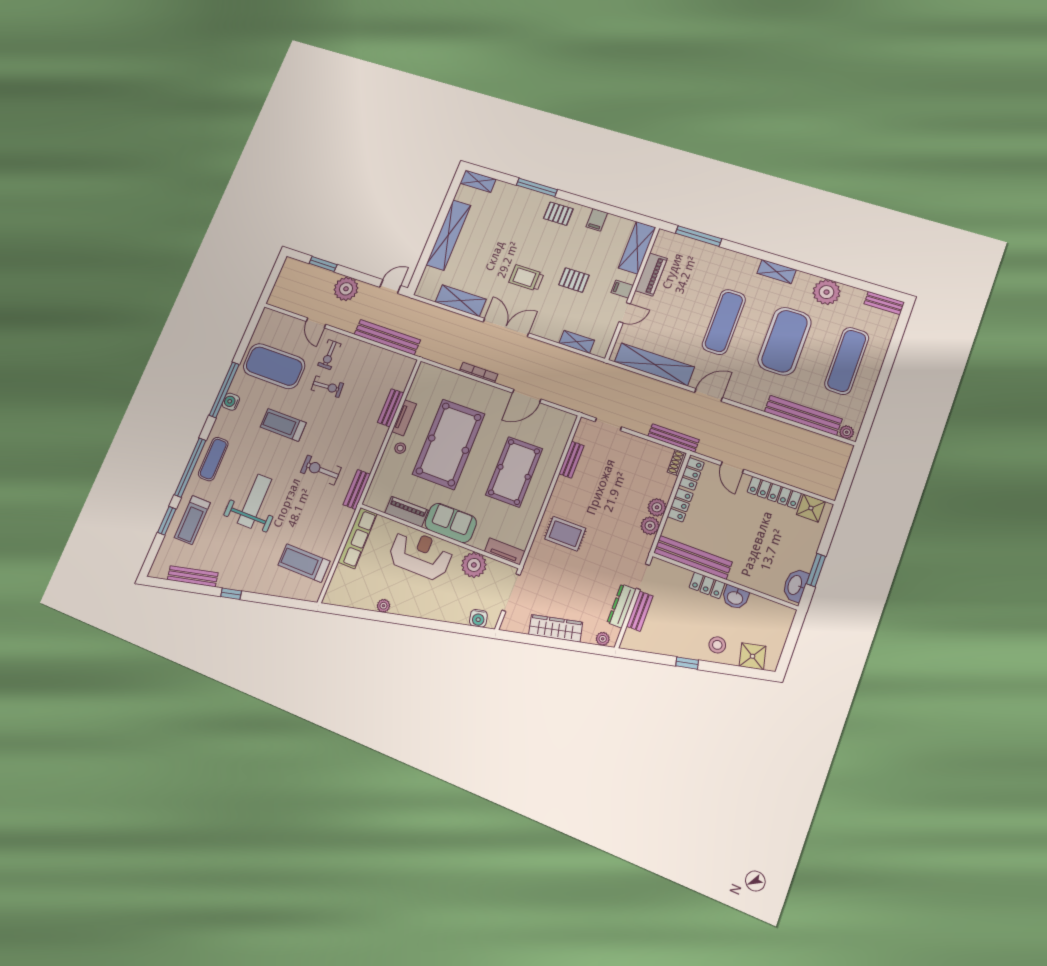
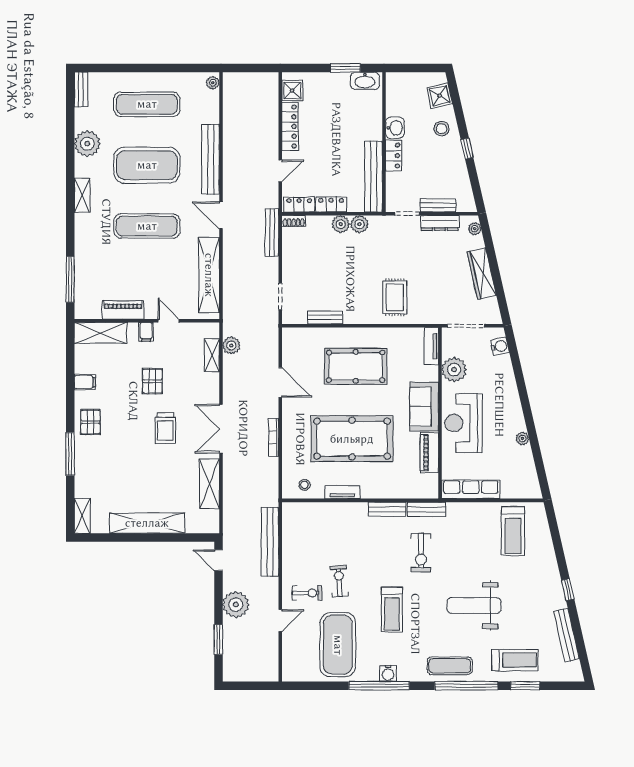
plant: (579, 363) -> (231, 345), added
bench: (391, 408) -> (387, 509), moved
bench: (803, 415) -> (211, 159), moved
stool: (400, 448) -> (305, 485), moved

